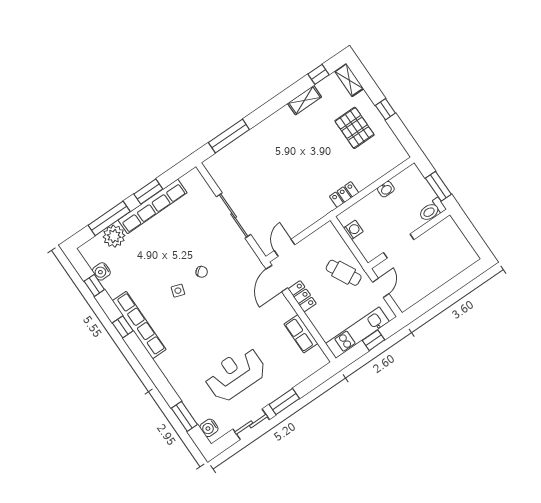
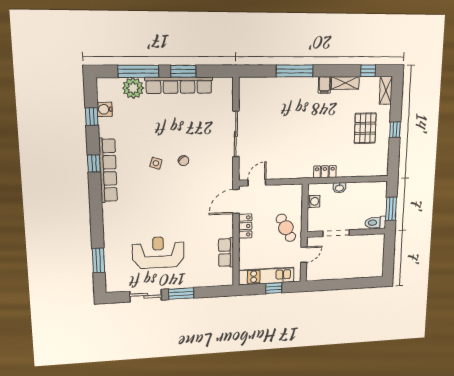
filing cabinet: (286, 115) -> (325, 85), added
window: (229, 136) -> (295, 71), moved
washbasin: (386, 189) -> (339, 188), moved
water cooler: (209, 428) -> (112, 280), removed

